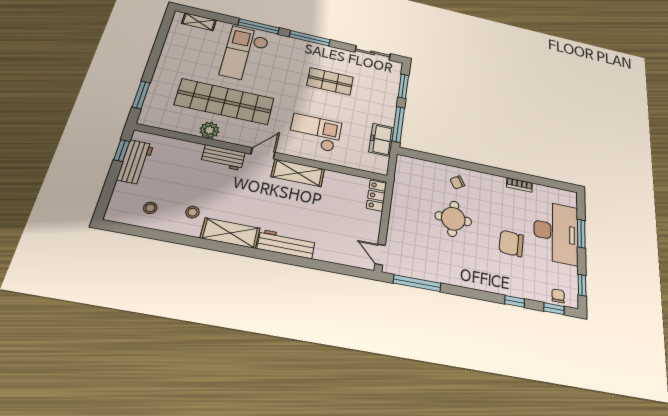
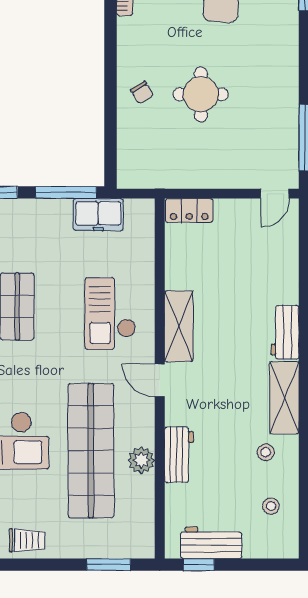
trolley: (174, 52) -> (27, 540), added
workbench: (223, 158) -> (179, 455), moved
workbench: (286, 244) -> (285, 332), width x0.73

